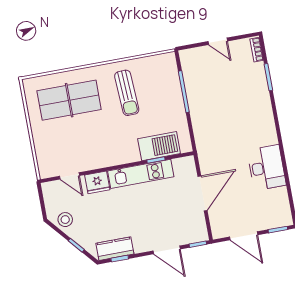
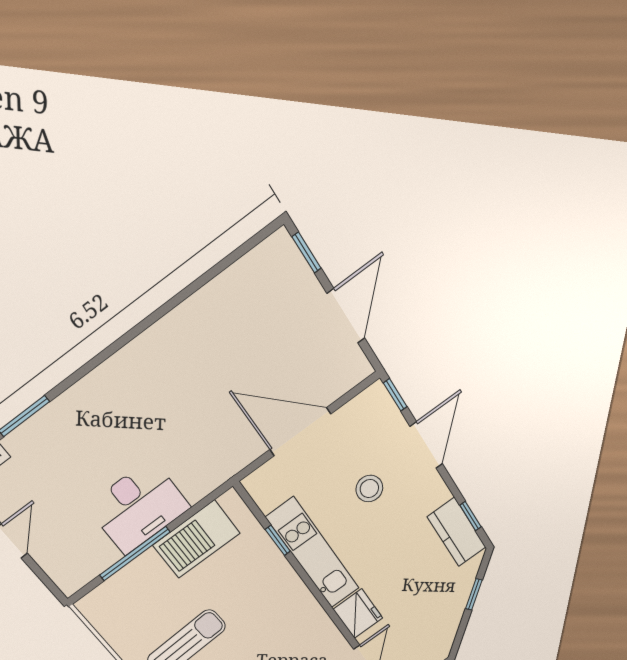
barbecue: (159, 146) -> (196, 539), moved, turned -90
desk: (266, 168) -> (138, 507), moved, turned 180
stool: (65, 220) -> (369, 489), moved

